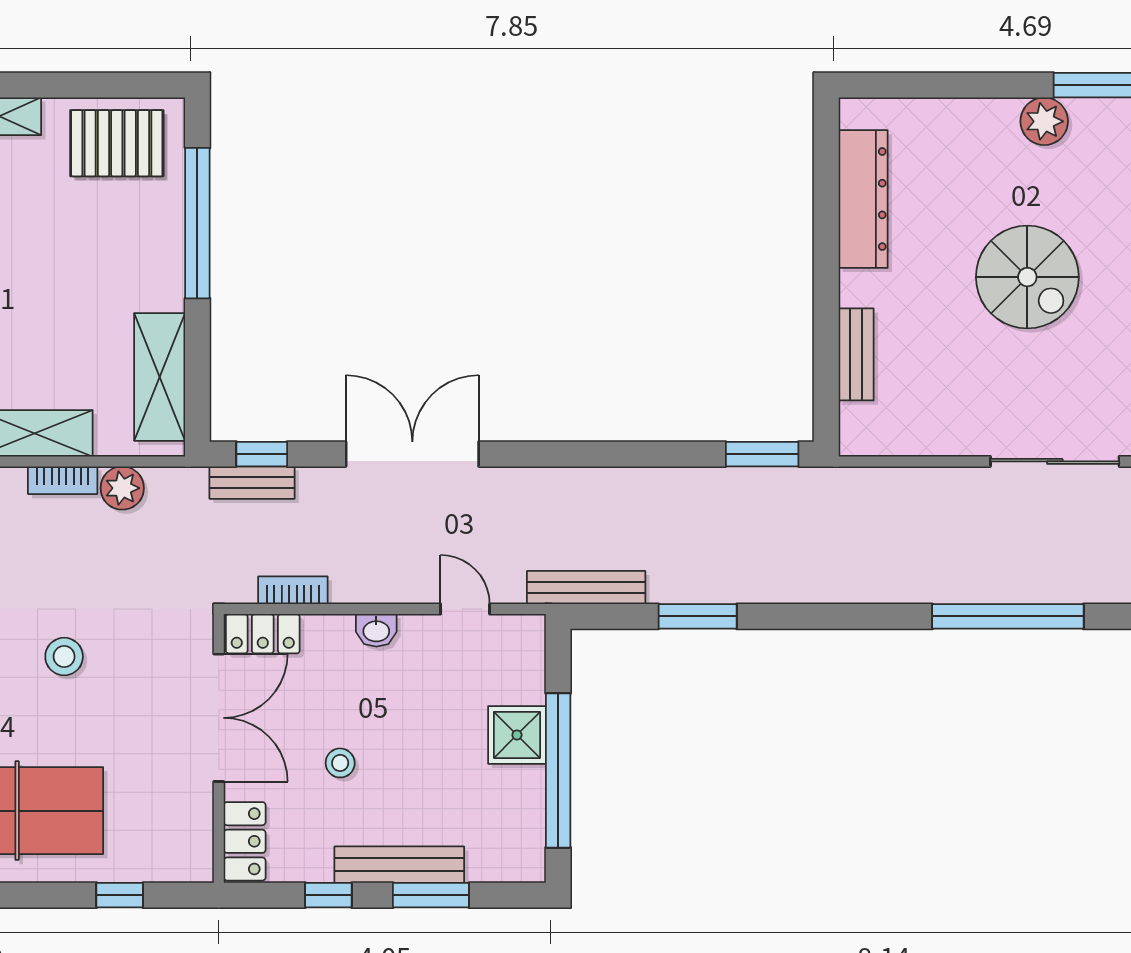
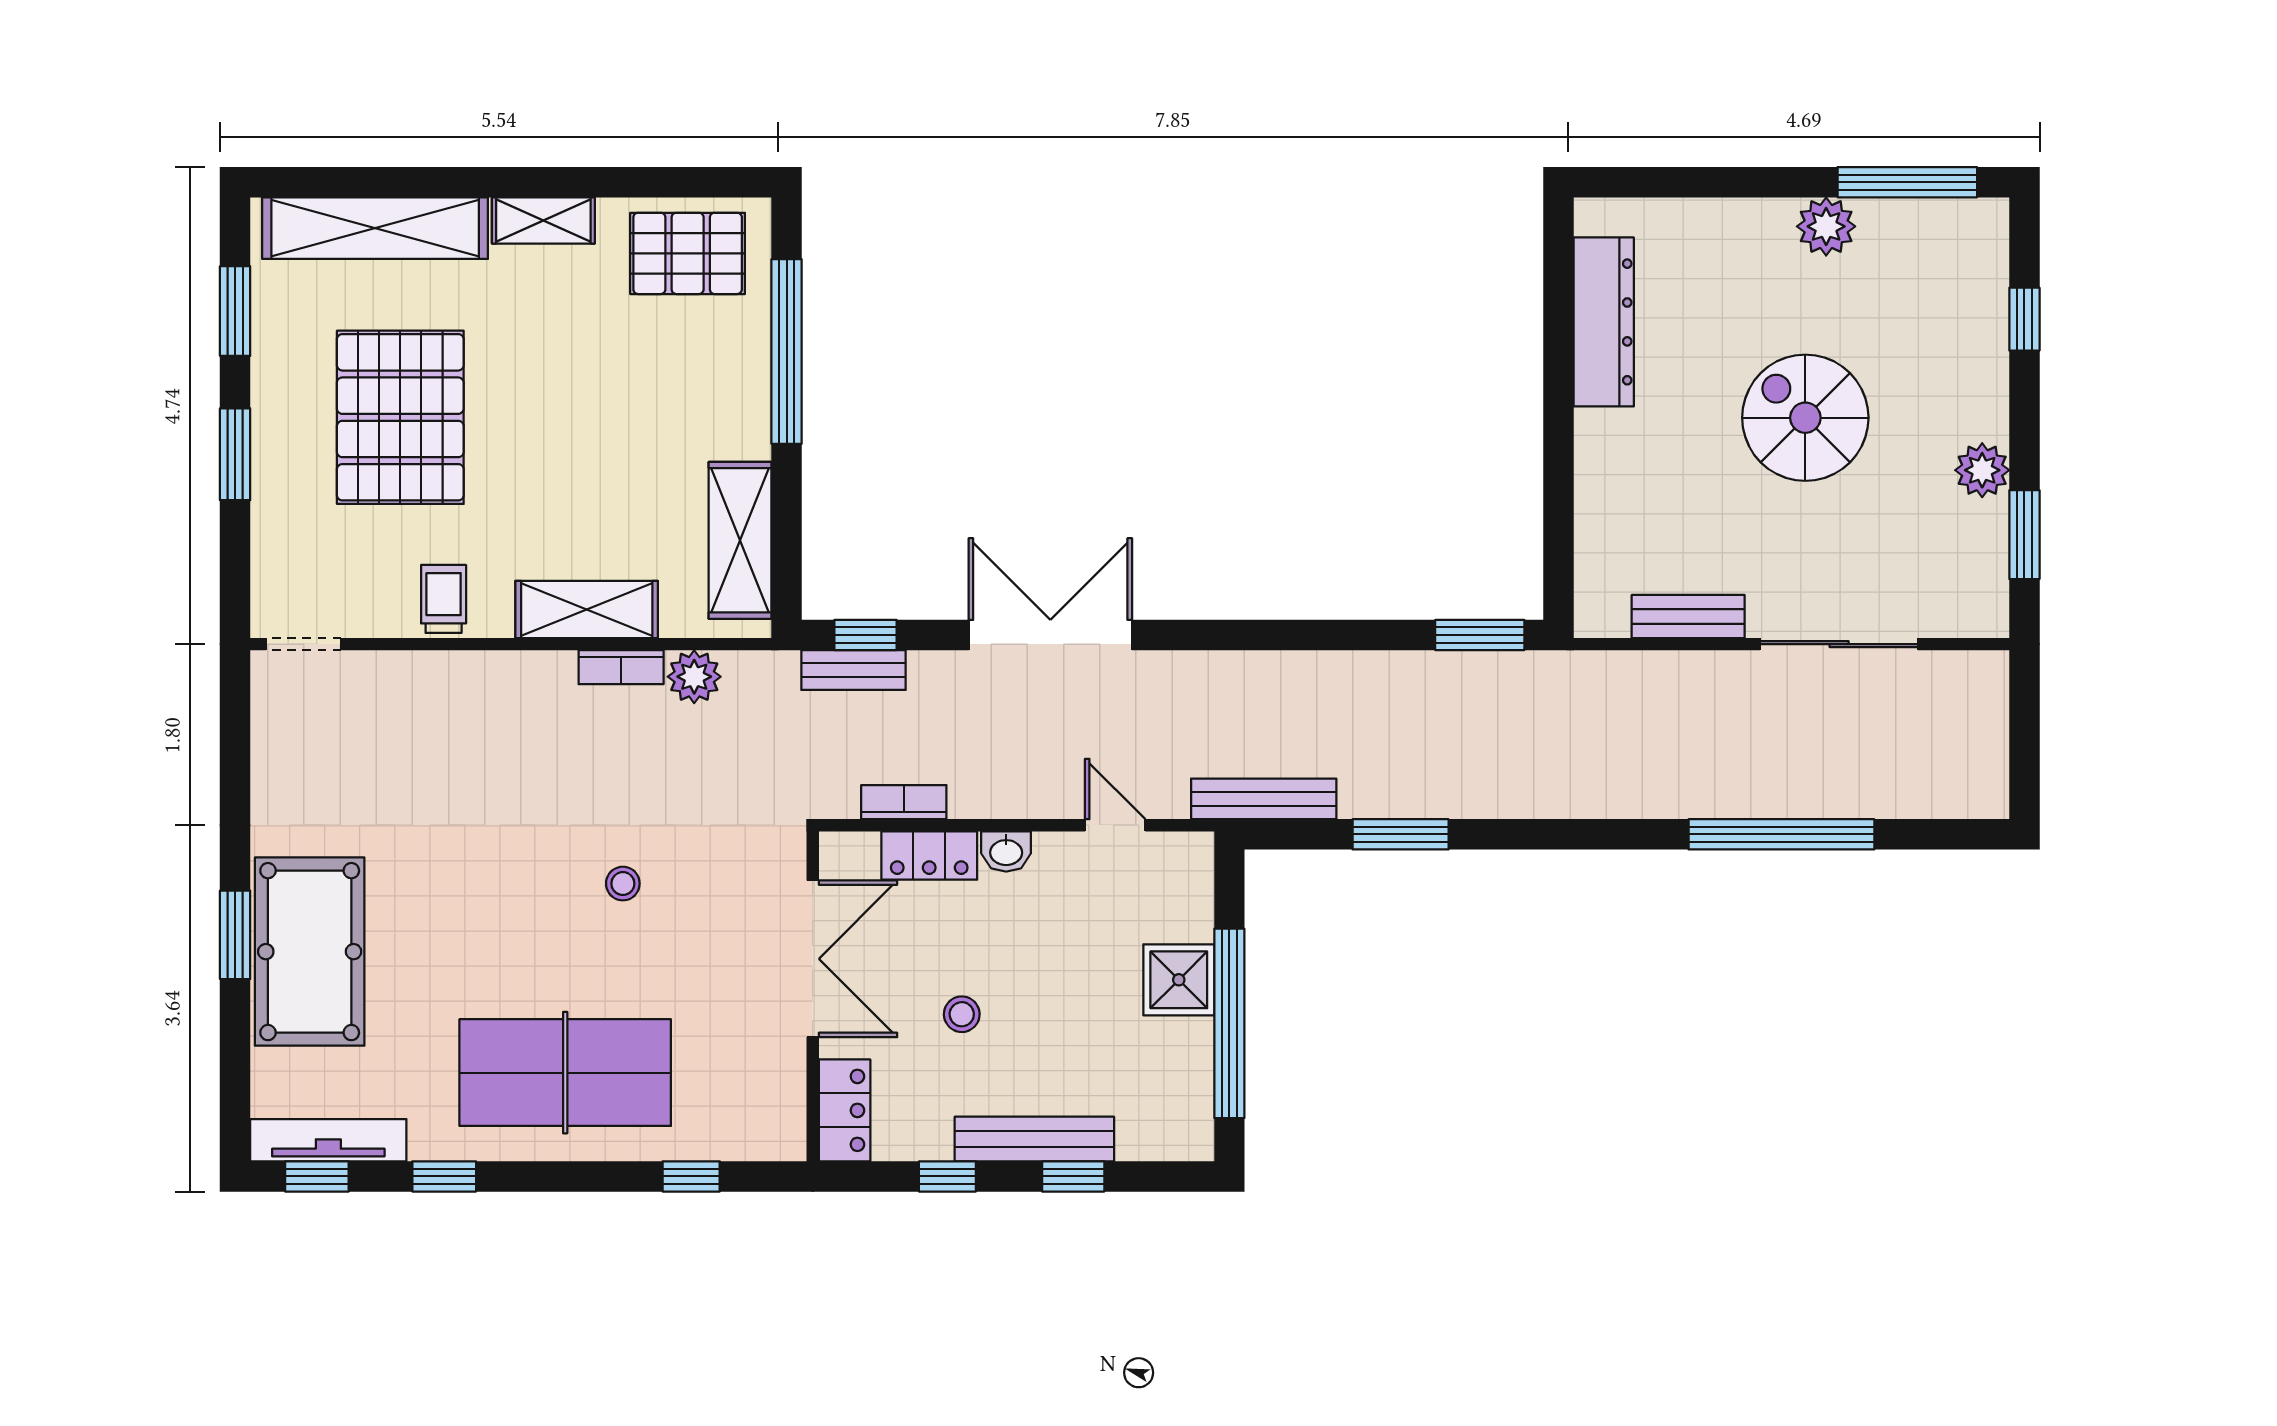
spiral stairs: (1027, 277) -> (1805, 418), turned 180
bench: (856, 354) -> (1688, 616), moved, turned 90
locker: (263, 634) -> (929, 856), moved
stool: (64, 657) -> (623, 884), width x0.73, depth x0.73
window: (431, 895) -> (1073, 1176), width x0.67

